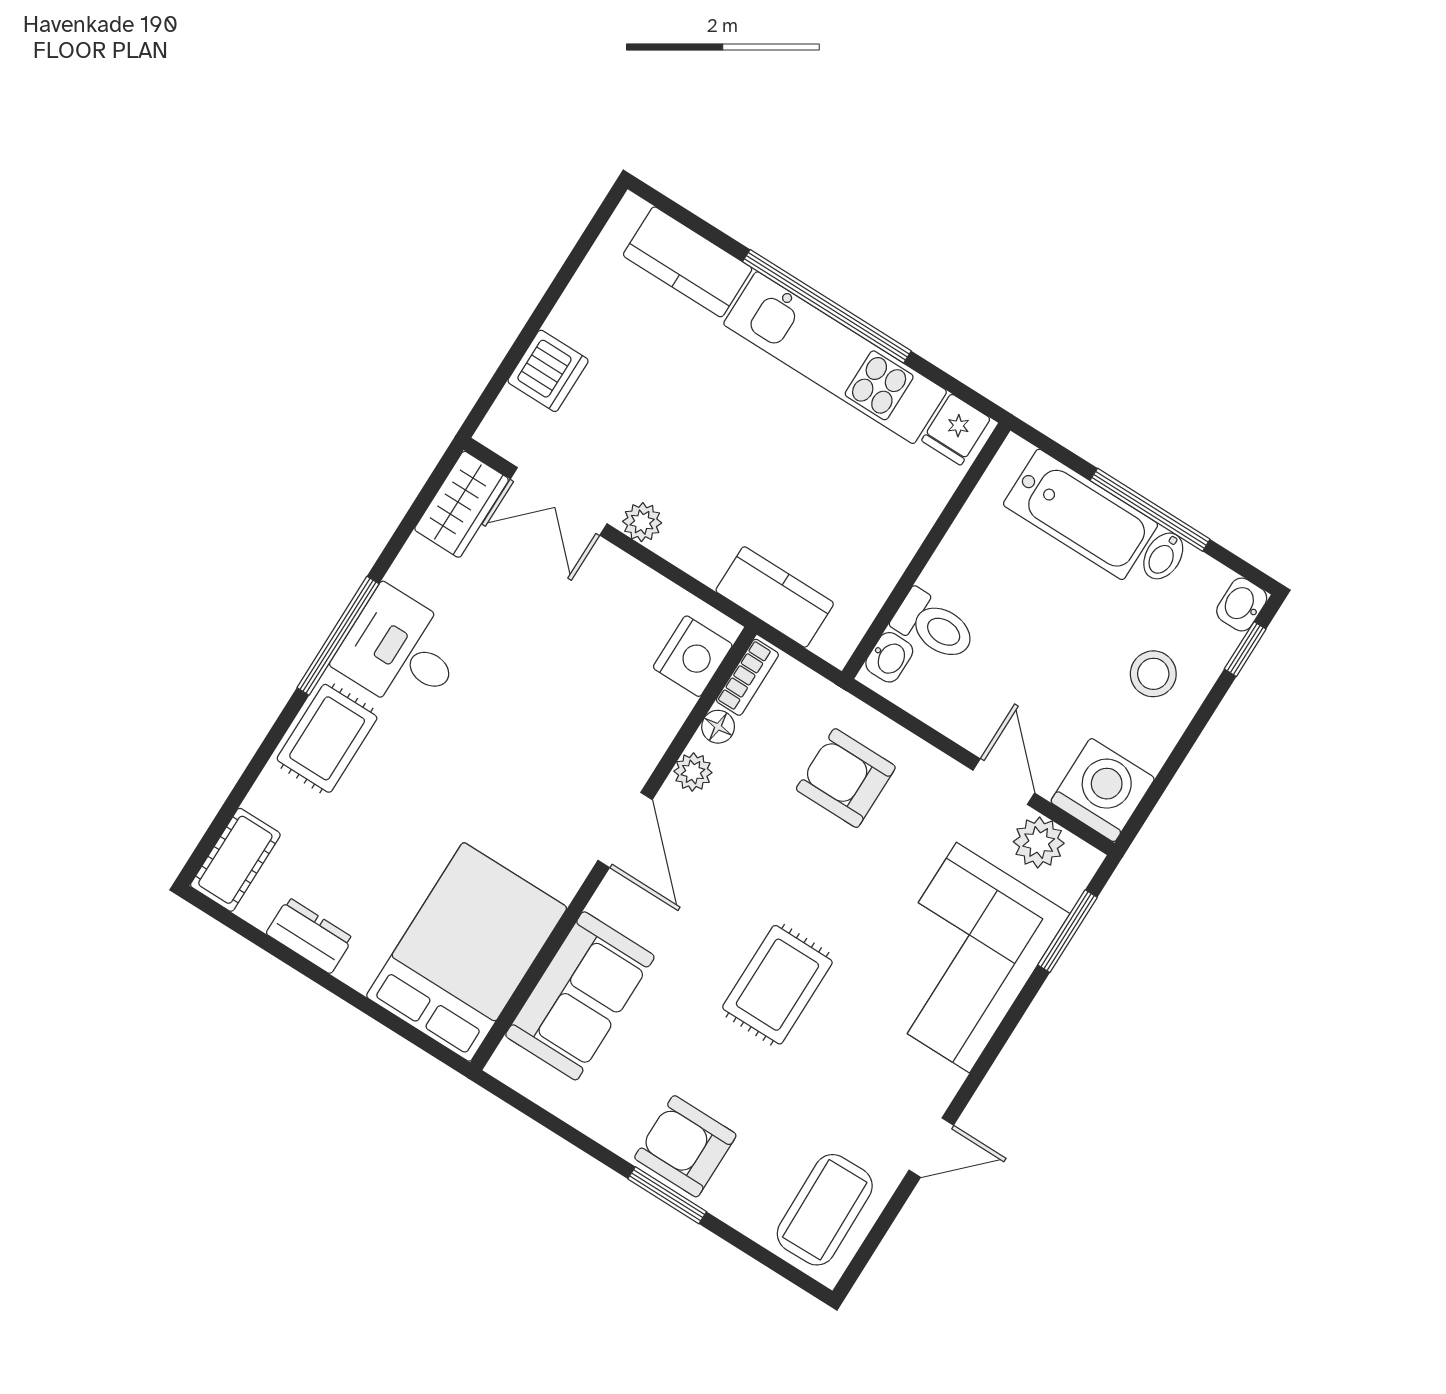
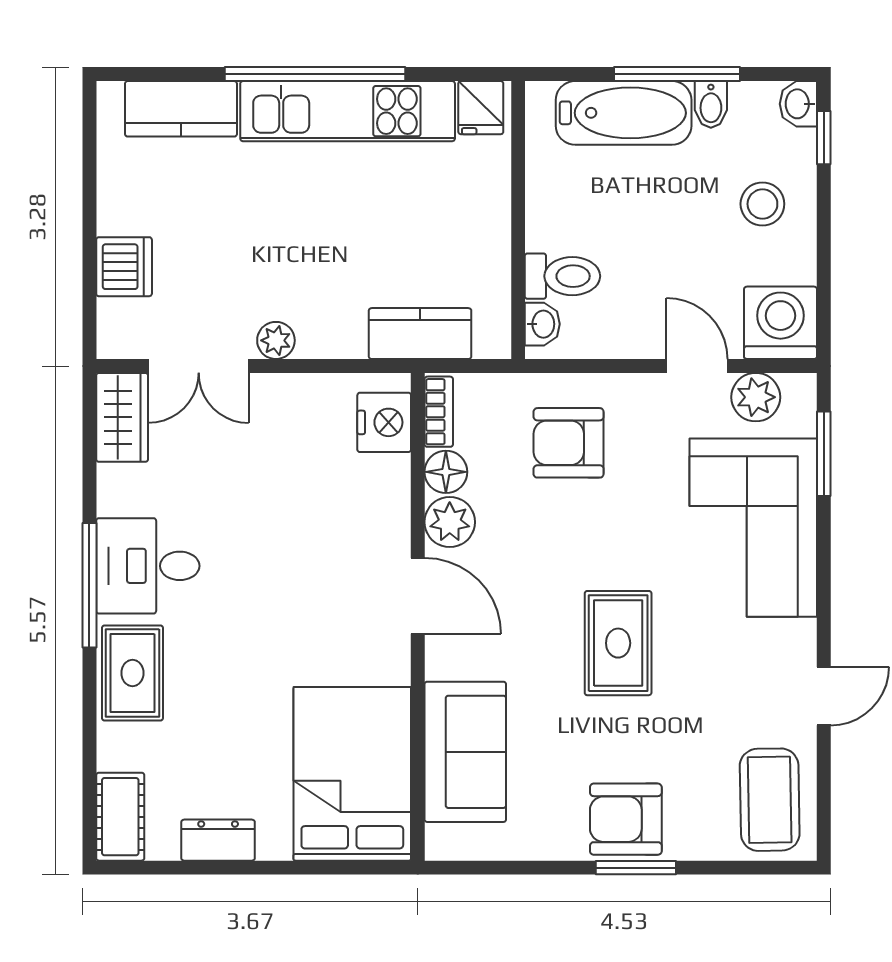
floor lamp: (718, 727) -> (446, 472), width x1.37, depth x1.37
plant: (693, 772) -> (450, 522), width x1.38, depth x1.38

